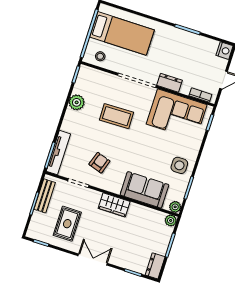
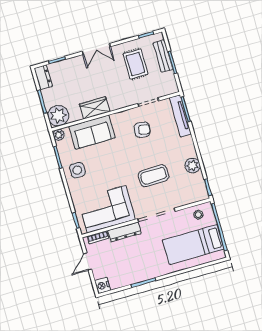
dresser: (170, 83) -> (125, 232), width x1.44
armchair: (99, 163) -> (142, 130), turned -97
bench: (45, 196) -> (163, 56), moved
wardrobe: (114, 205) -> (94, 108), moved
plant: (171, 220) -> (58, 116), width x1.87, depth x1.87

